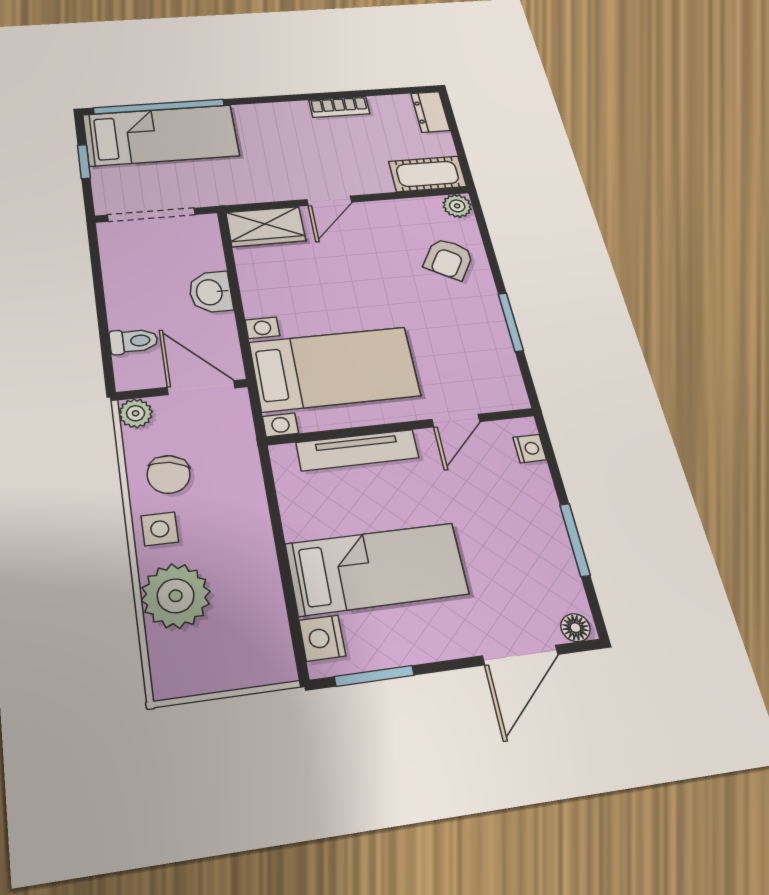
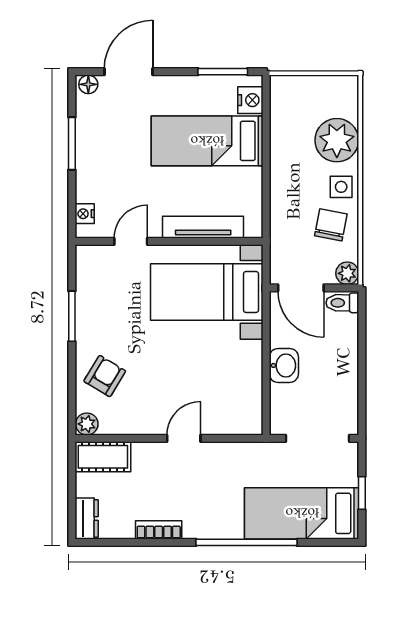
window: (159, 107) -> (246, 542), moved
wardrobe: (266, 227) -> (235, 419), removed
toilet: (134, 341) -> (342, 303), moved

